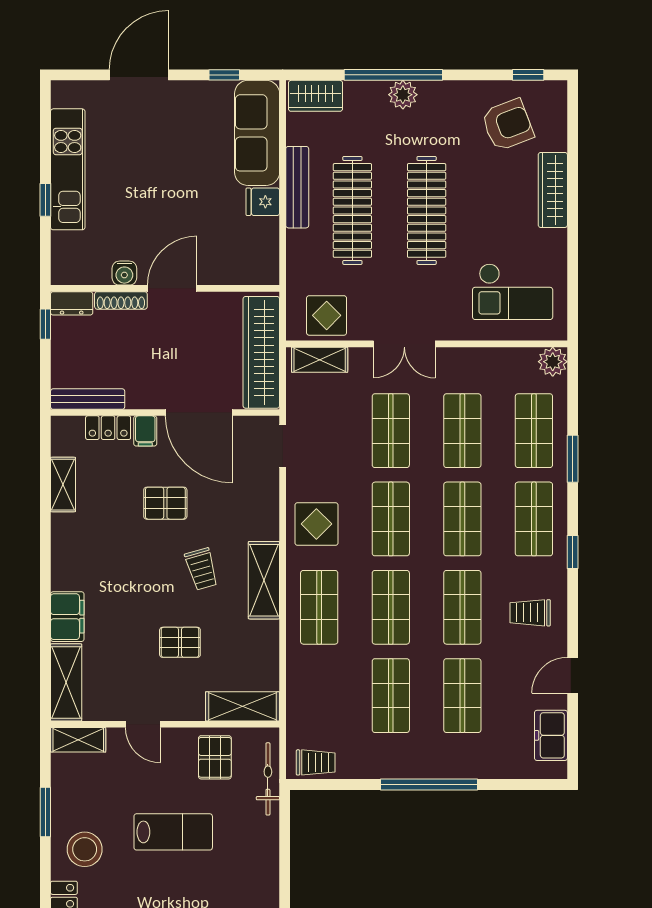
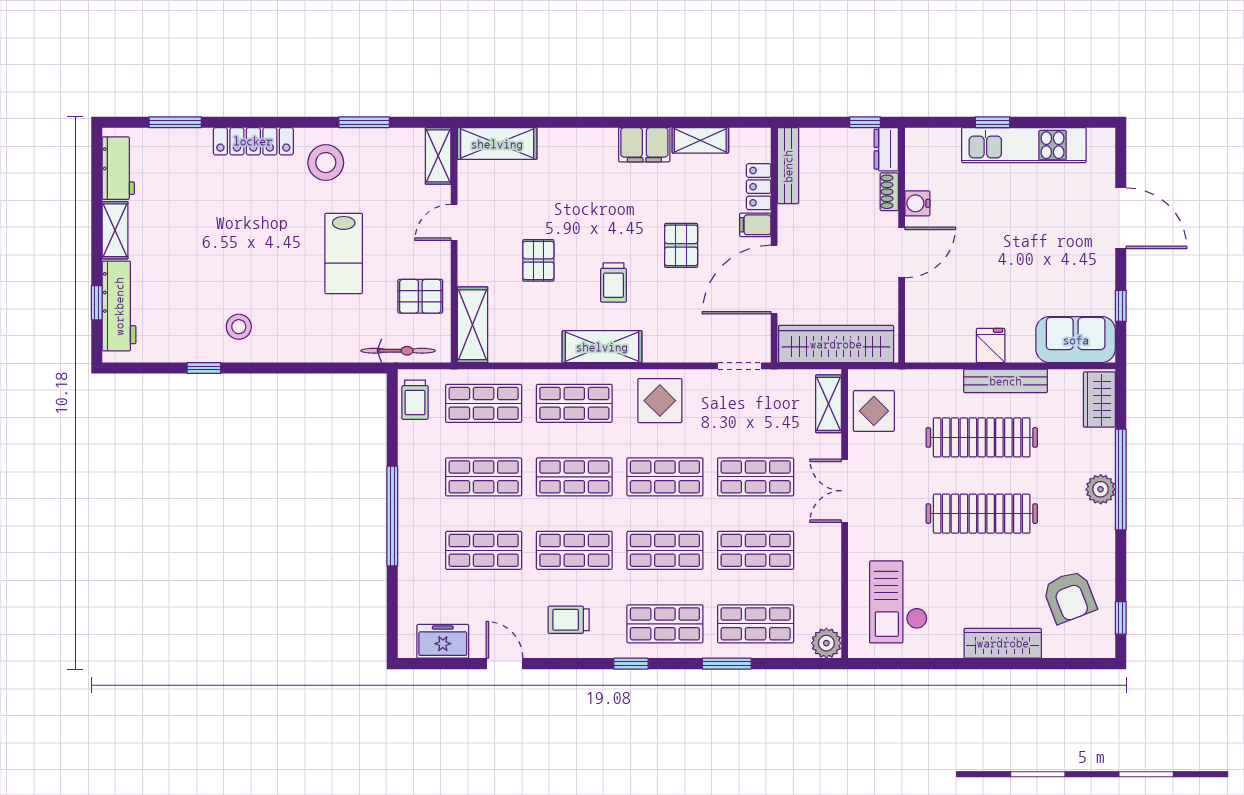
sofa: (257, 133) -> (1076, 340), width x0.73
door: (172, 288) -> (902, 253), hinge flipped
shoe rack: (121, 300) -> (889, 192), width x0.70
trolley: (201, 569) -> (614, 283), turned -74
trolley: (530, 613) -> (569, 620), turned -90
filing cabinet: (67, 617) -> (644, 145), moved
shop shelf: (319, 696) -> (484, 403), added

